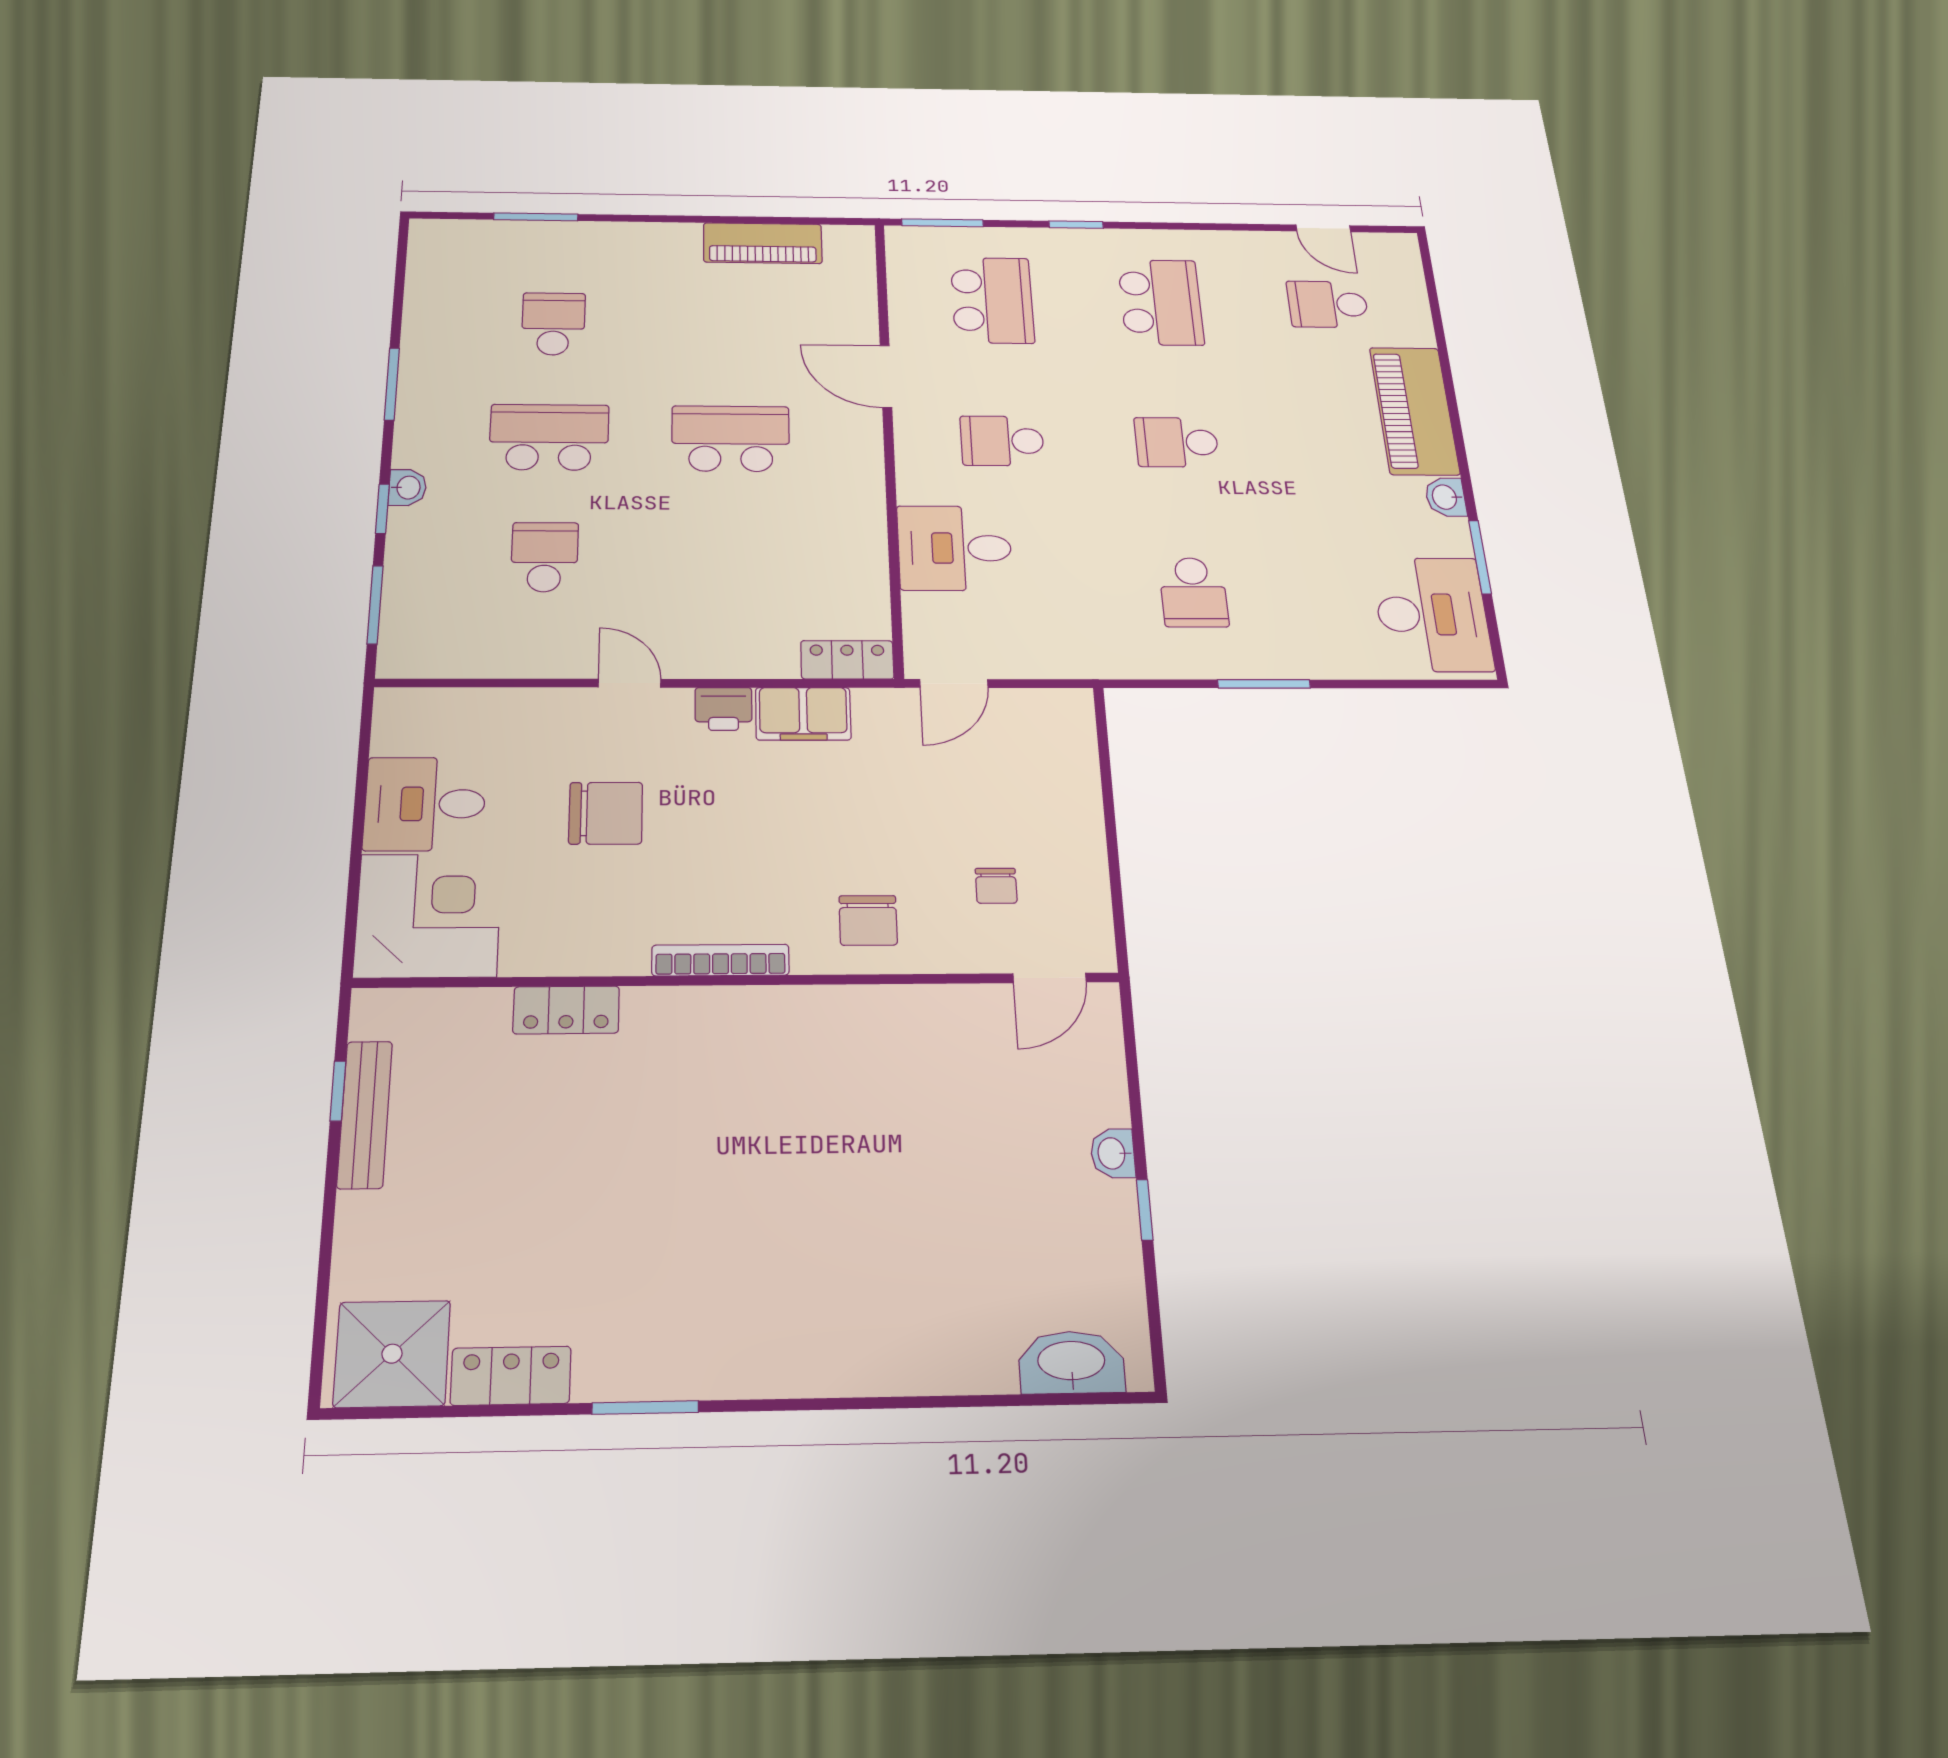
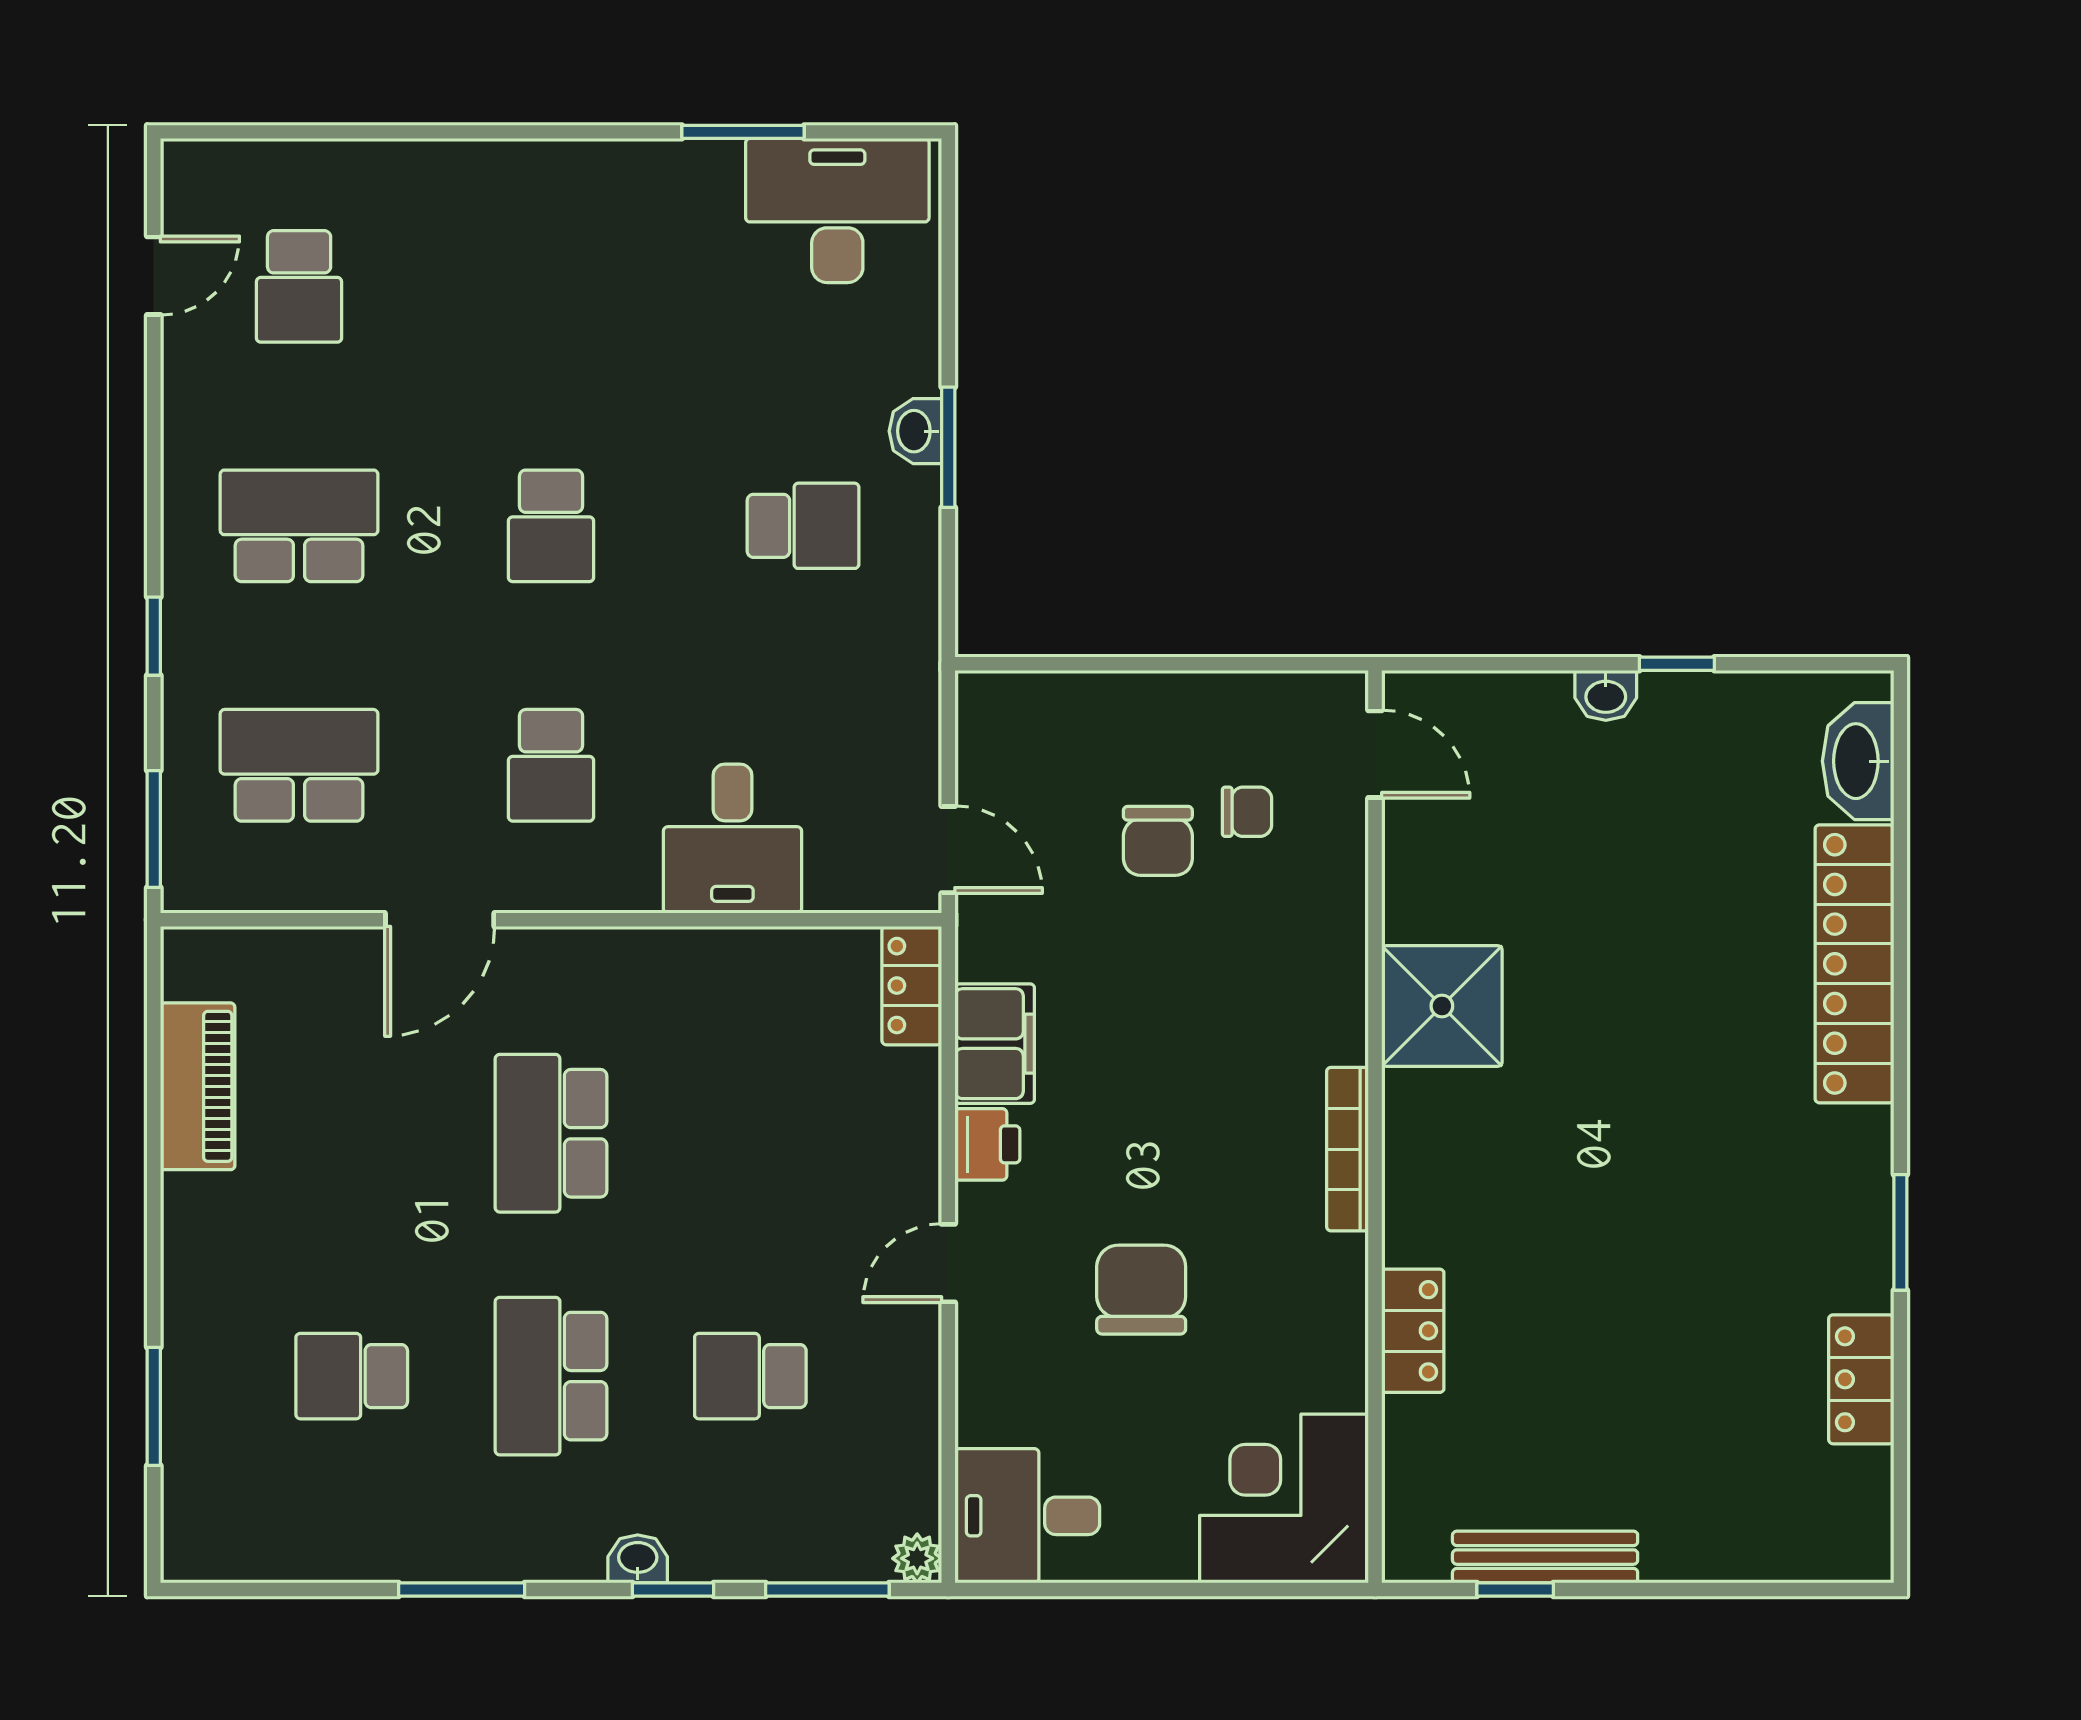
piano: (1414, 411) -> (492, 187), removed
washbasin: (1446, 497) -> (915, 431), moved, turned 90
plant: (395, 663) -> (917, 1558), added
desk: (425, 804) -> (1027, 1516), moved, turned 90
chair: (868, 920) -> (1158, 841), moved, turned 90
shower: (392, 1354) -> (1442, 1006), moved
locker: (889, 1363) -> (1854, 964), added

